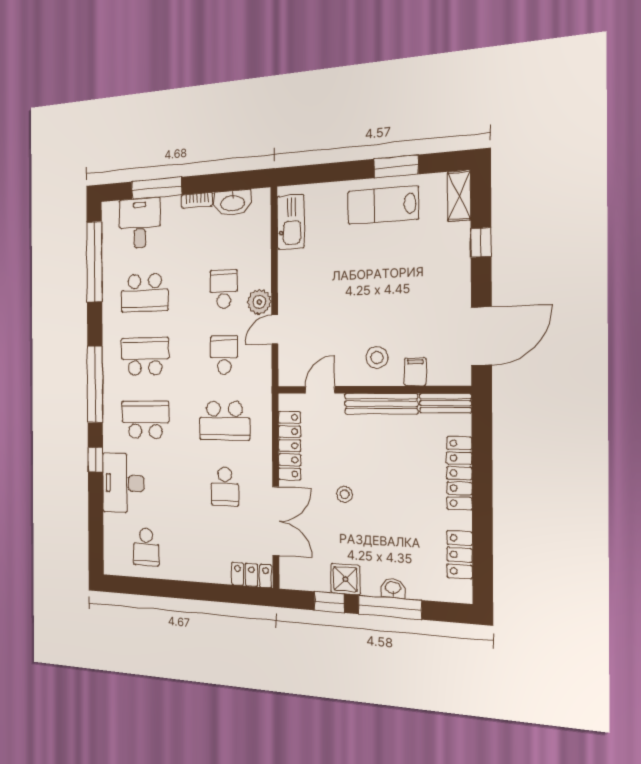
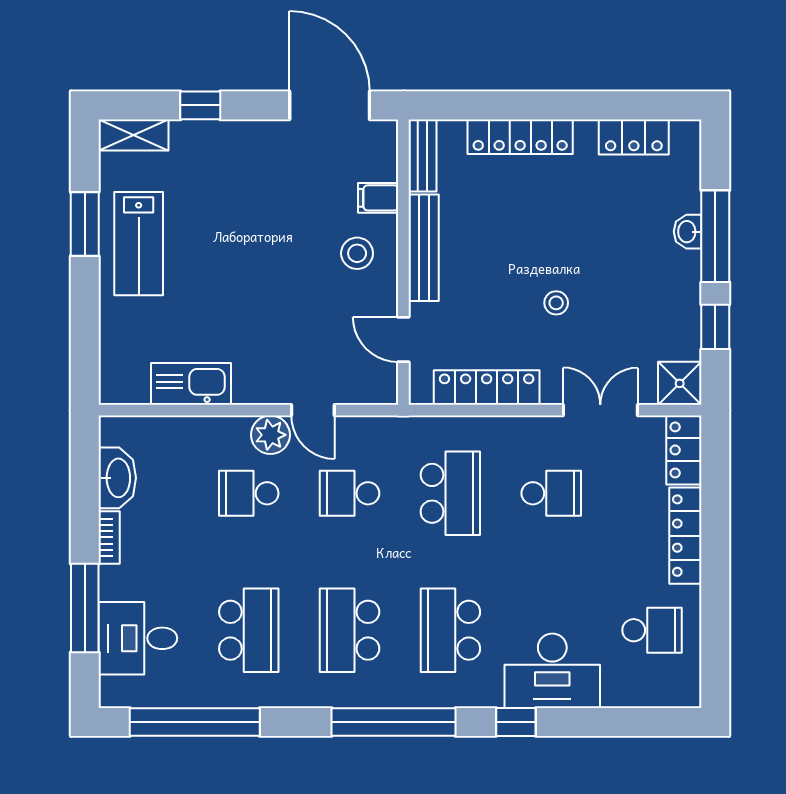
kitchen sink: (291, 222) -> (191, 384), moved
double door: (276, 521) -> (600, 410), width x0.73
locker: (200, 572) -> (685, 536), added
shower: (345, 579) -> (680, 383), moved

